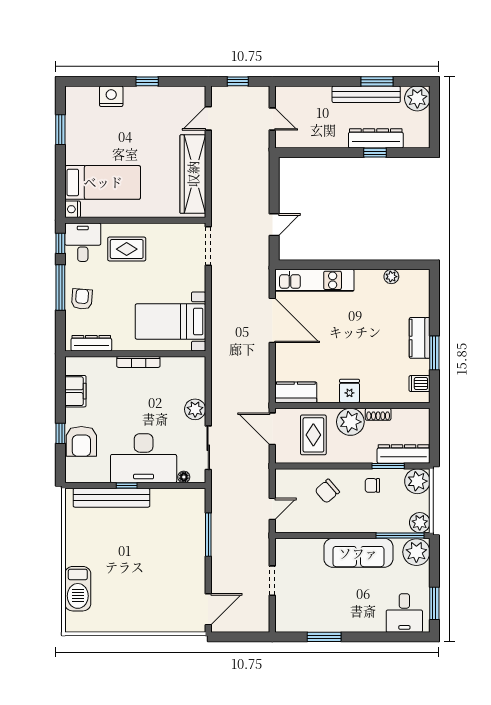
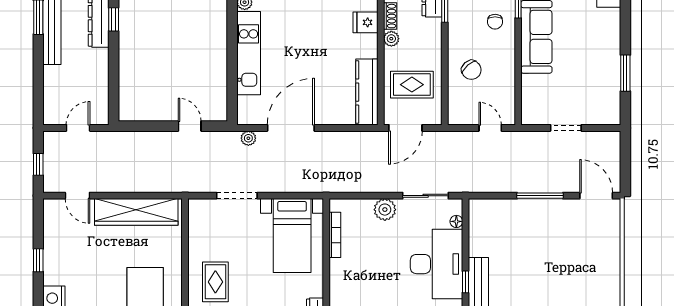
doorway: (208, 246) -> (237, 196), moved
plant: (263, 280) -> (248, 138), added
kitchen unit: (314, 280) -> (249, 53), moved
bookcase: (138, 362) -> (335, 235), moved
fridge: (349, 391) -> (366, 22), moved
kitchen counter: (296, 392) -> (367, 92), width x1.50
plant: (350, 422) -> (391, 39), width x0.53, depth x0.53
chair: (372, 485) -> (495, 22), moved
window: (208, 535) -> (540, 196), moved

